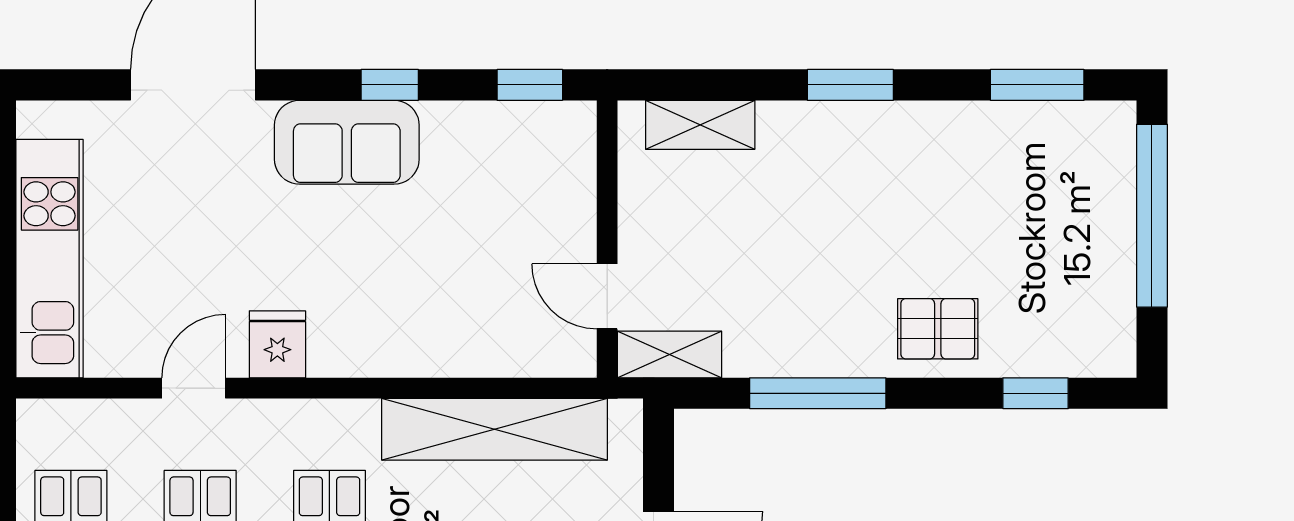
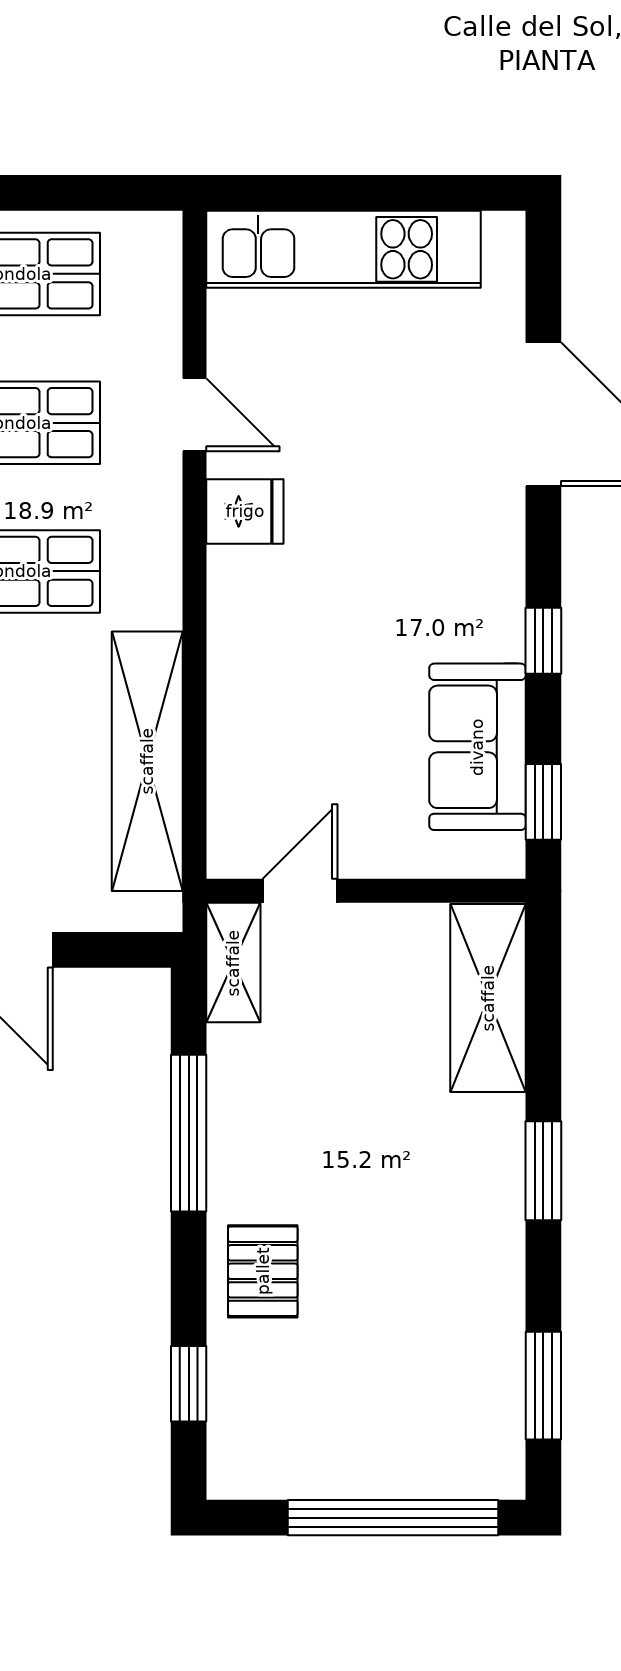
shelving: (700, 125) -> (488, 998), width x1.50, depth x1.33
sofa: (347, 142) -> (477, 747), moved

